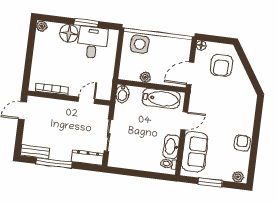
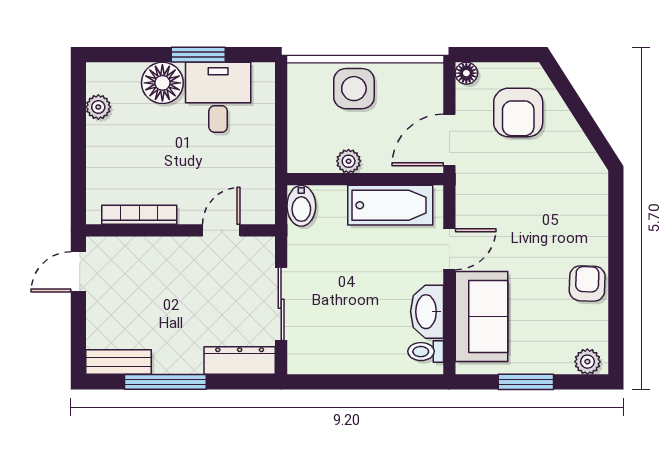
plant: (42, 26) -> (98, 107), moved
side table: (140, 44) -> (354, 89), moved

